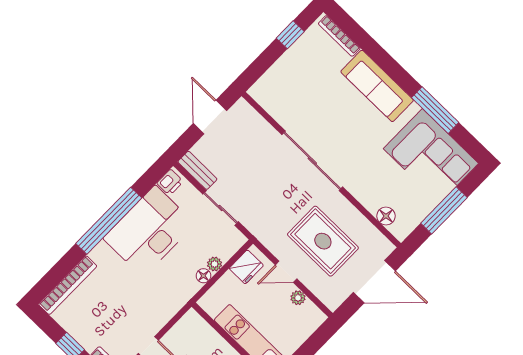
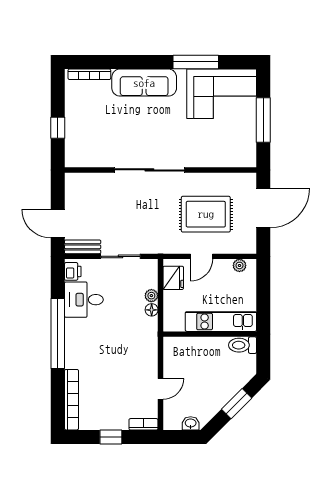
window: (290, 35) -> (58, 128), moved
door: (210, 117) -> (58, 224), moved
floor lamp: (386, 216) -> (230, 159), removed
desk: (149, 231) -> (84, 300), width x0.53, depth x0.77
plant: (298, 298) -> (239, 265), moved

